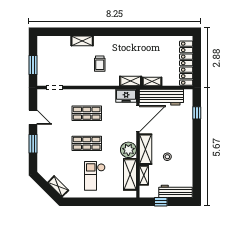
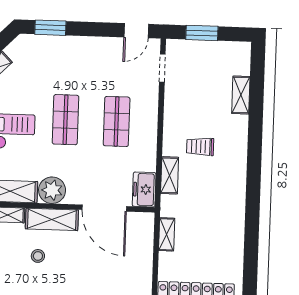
shelving: (82, 41) -> (241, 95), moved
shelving: (131, 81) -> (170, 175), moved
workbench: (161, 97) -> (140, 249), removed
door: (33, 117) -> (136, 31), moved
window: (33, 144) -> (50, 28), moved

